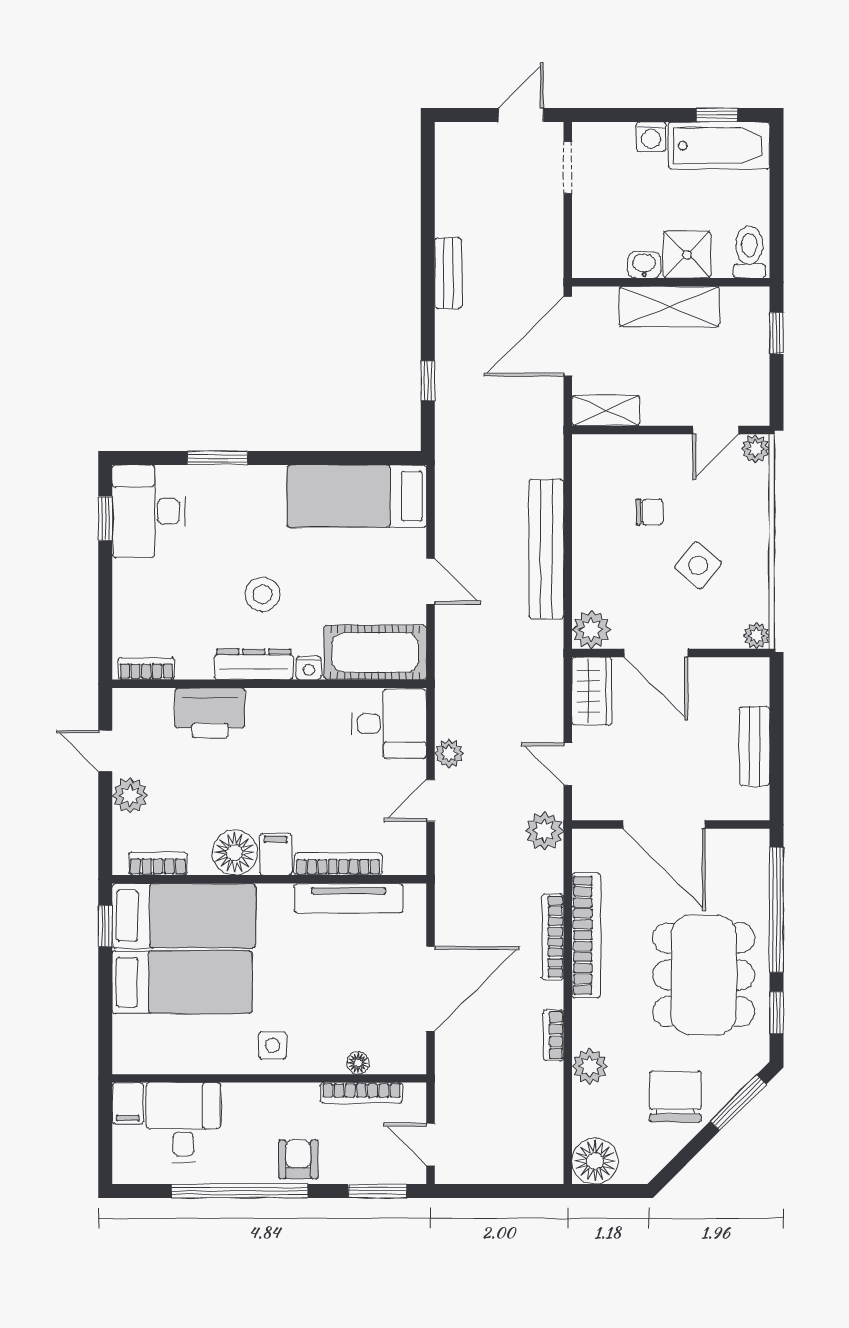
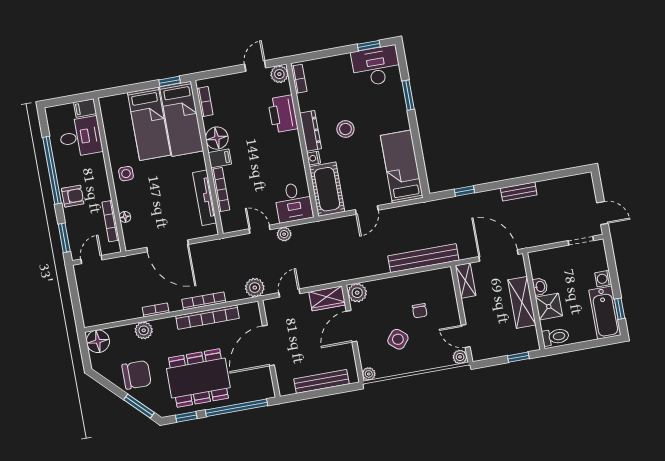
bench: (546, 549) -> (423, 258), moved
bench: (754, 746) -> (322, 381), width x1.36
plant: (130, 795) -> (279, 74), moved

